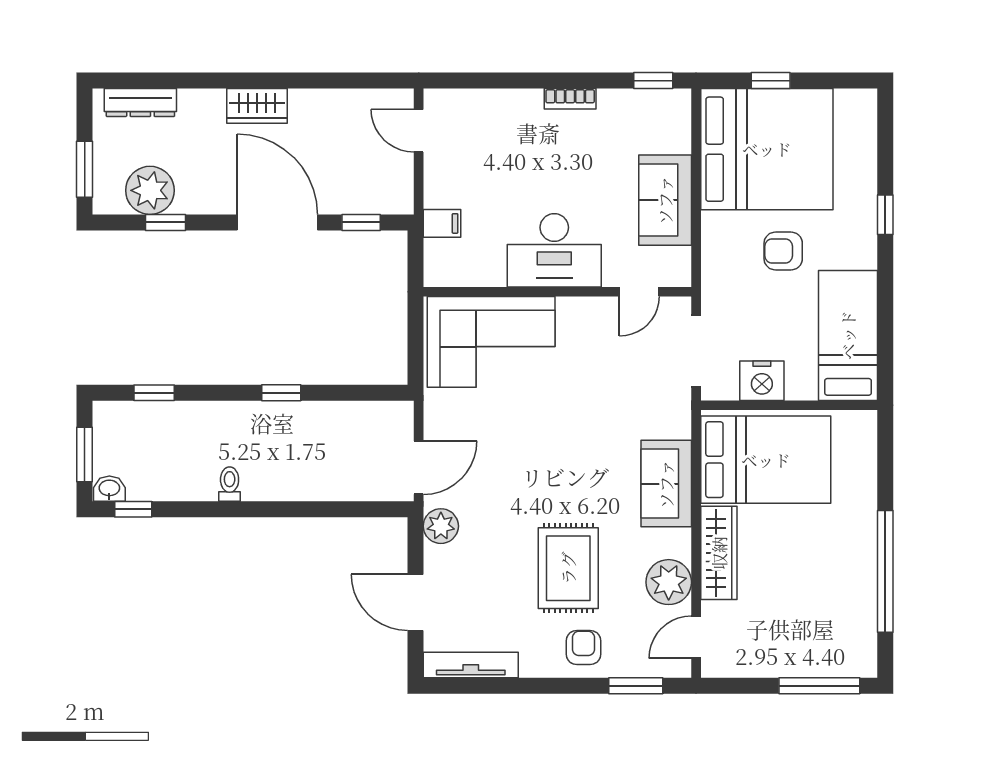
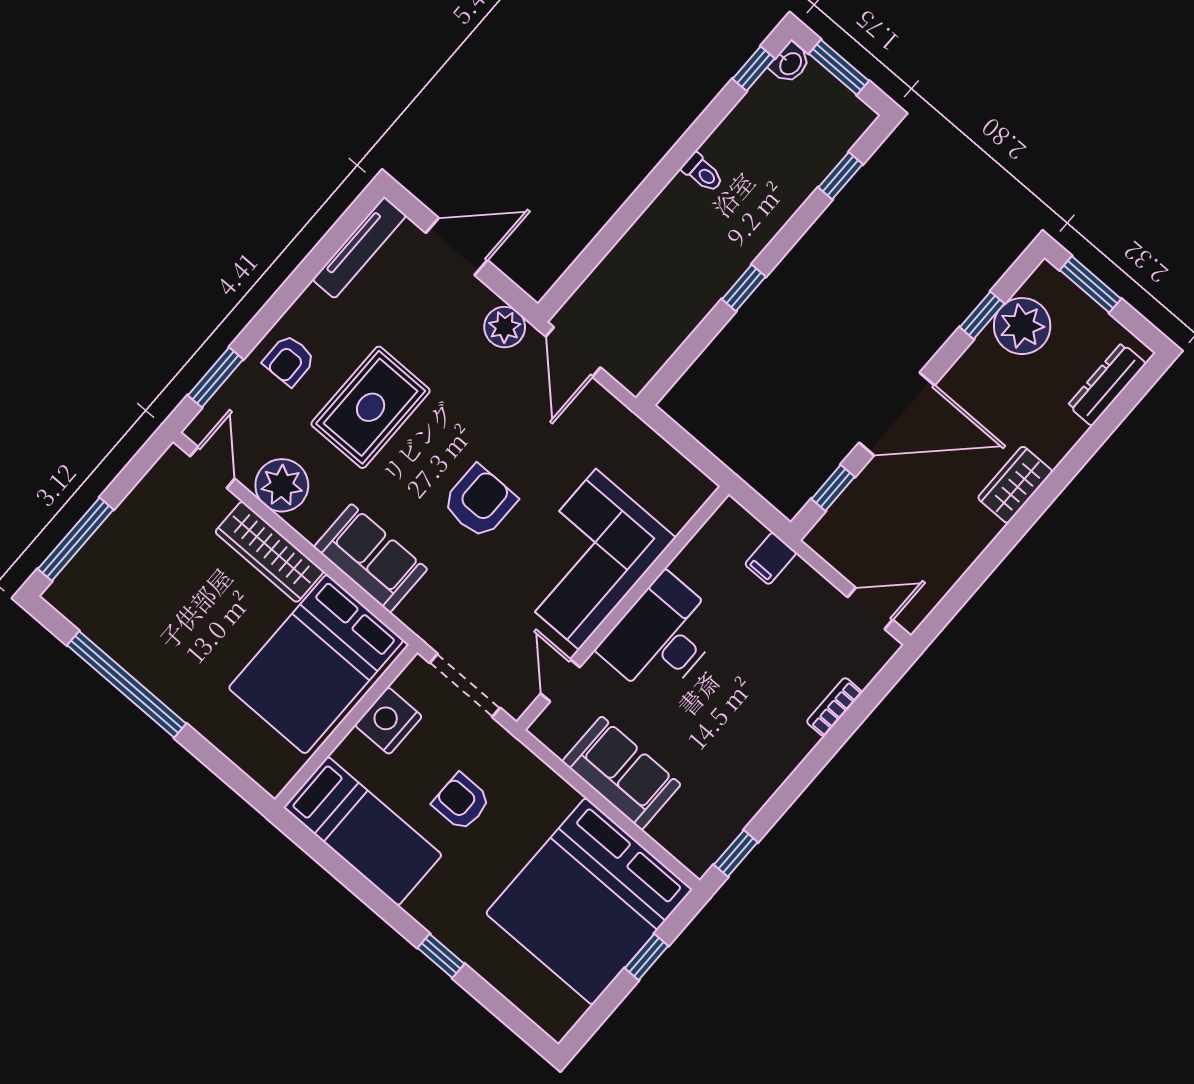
bookcase: (570, 99) -> (834, 707), moved
armchair: (783, 251) -> (461, 802), moved, turned -90
corner sofa: (491, 342) -> (588, 559), moved
armchair: (568, 444) -> (480, 502), added
rug: (568, 568) -> (371, 407), turned 90
armchair: (583, 647) -> (289, 360), turned 89

